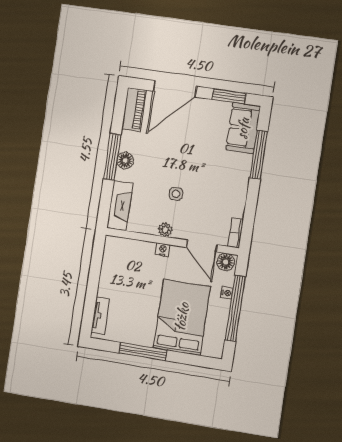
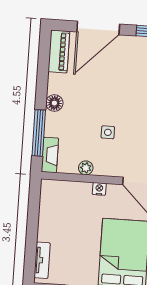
window: (112, 157) -> (39, 133), moved
fireplace: (120, 206) -> (50, 155), width x0.73, depth x0.76
plant: (165, 230) -> (86, 168), moved

